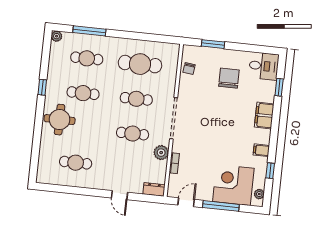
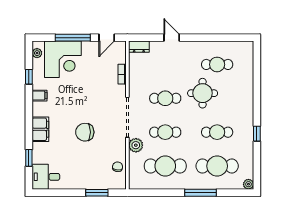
window: (89, 31) -> (200, 193), moved
cafe table: (87, 58) -> (217, 166), width x1.37, depth x1.35
chair: (229, 78) -> (85, 132), moved, turned 90
round table: (60, 120) -> (203, 93), moved
plant: (161, 153) -> (136, 145), moved

